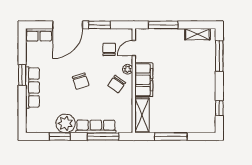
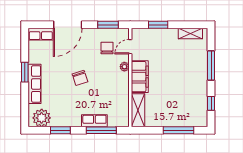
window: (100, 25) -> (108, 25), moved
window: (163, 25) -> (158, 25), width x0.69
window: (219, 56) -> (211, 65), moved
chair: (117, 84) -> (114, 81), removed
plant: (65, 123) -> (42, 118), moved
row of seats: (96, 126) -> (94, 121), width x0.68
window: (171, 136) -> (179, 130), moved

